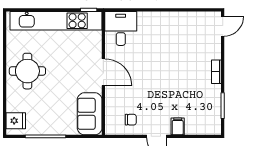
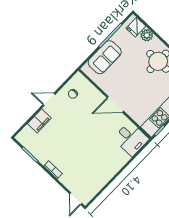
plant: (14, 104) -> (147, 35), added
sofa: (90, 114) -> (105, 57), moved, turned 90
filing cabinet: (178, 126) -> (39, 121), width x2.00

